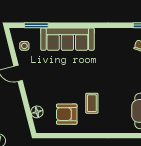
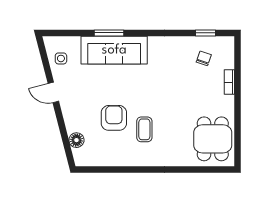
window: (36, 25) -> (109, 33), moved
armchair: (67, 114) -> (114, 118), moved, turned 90

